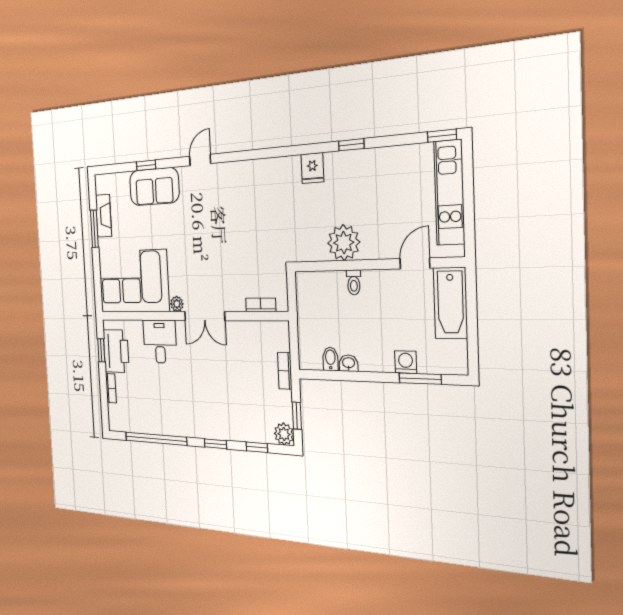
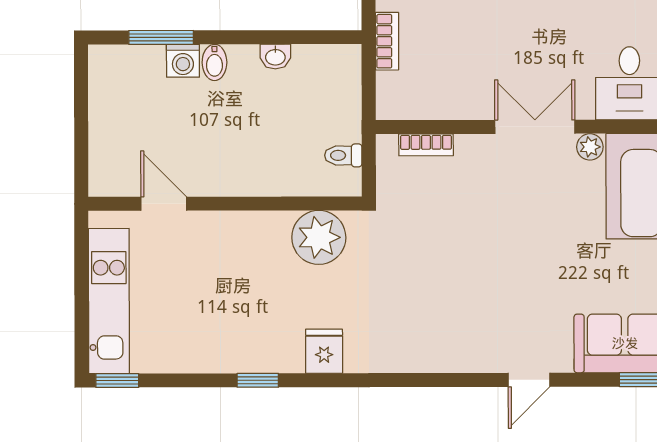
plant: (344, 243) -> (319, 237), moved
door: (415, 263) -> (164, 204), swing flipped
toilet: (354, 282) -> (343, 155), moved, turned -90
bathtub: (450, 303) -> (112, 147), removed
bidet: (330, 359) -> (214, 62), moved

